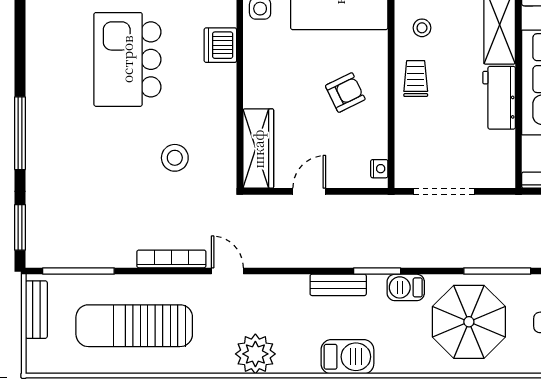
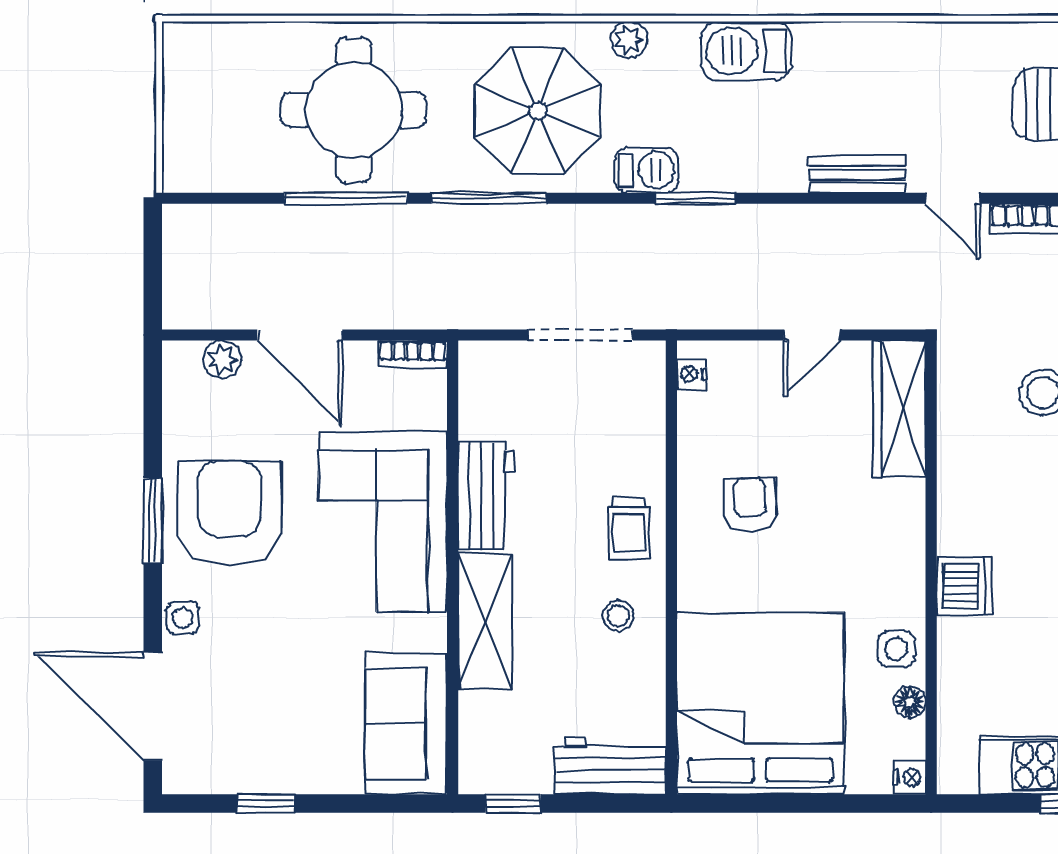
armchair: (345, 93) -> (750, 505), turned 114
bench: (338, 285) -> (857, 174), moved
plant: (255, 354) -> (629, 40), moved, width x0.53, depth x0.53

